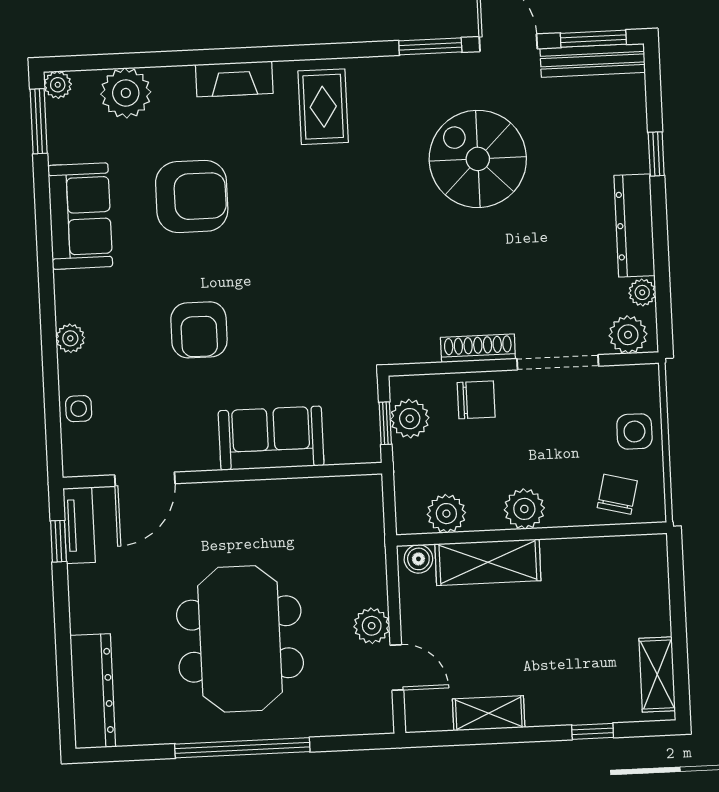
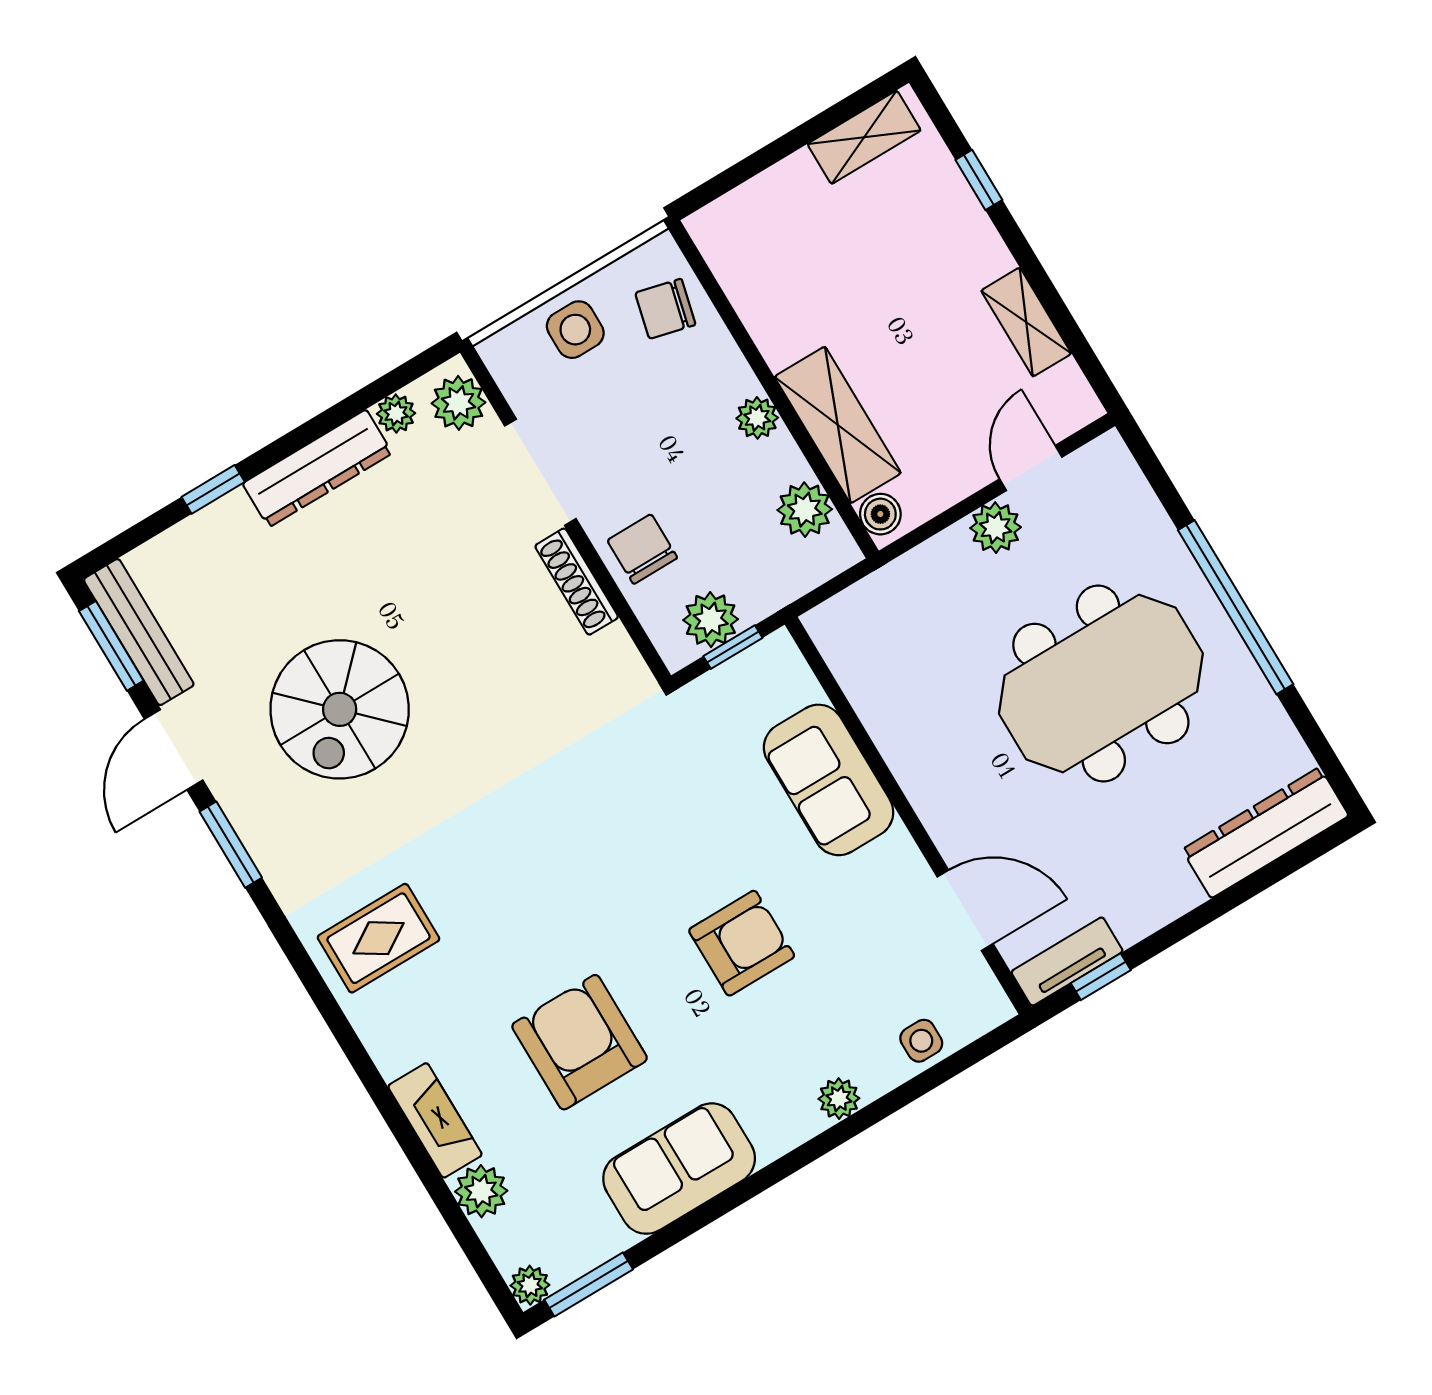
fireplace: (234, 79) -> (435, 1120), moved
plant: (126, 93) -> (481, 1191), width x0.73, depth x0.73
plant: (524, 509) -> (757, 418), width x0.73, depth x0.73

